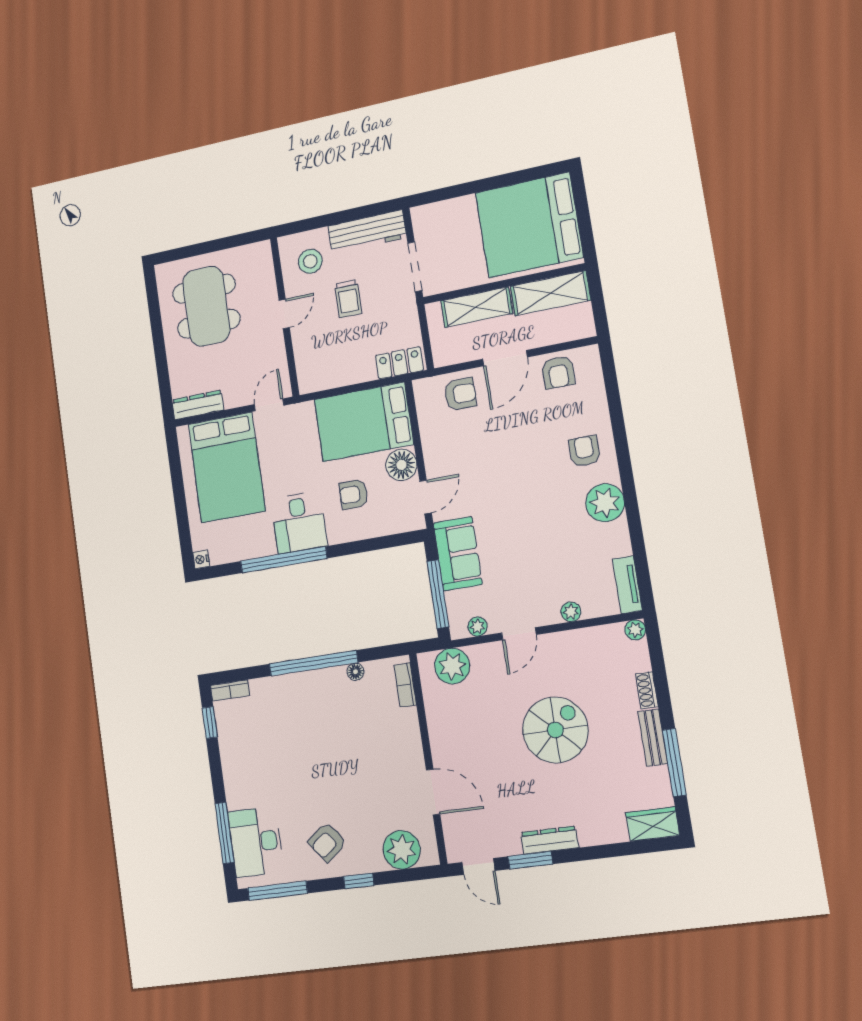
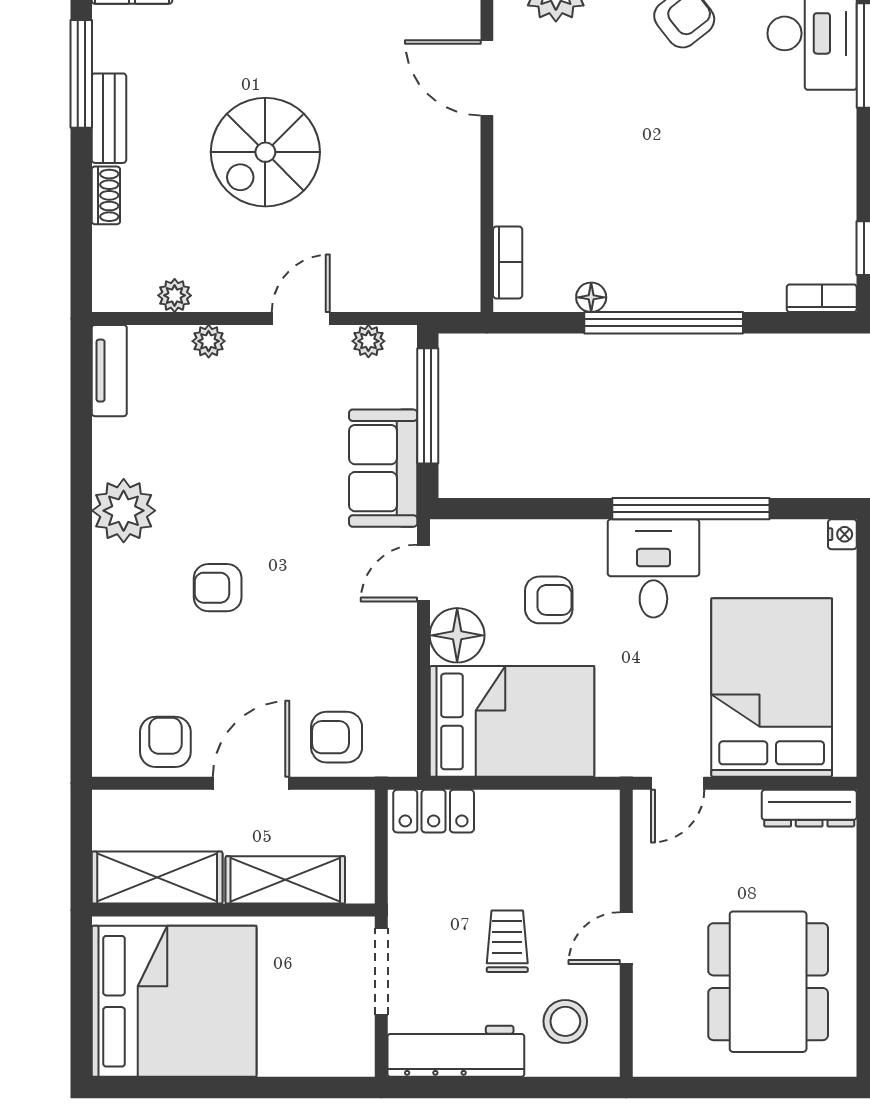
armchair: (584, 451) -> (218, 588), moved, turned 90
plant: (635, 630) -> (175, 295), moved
plant: (452, 666) -> (422, 282), removed

